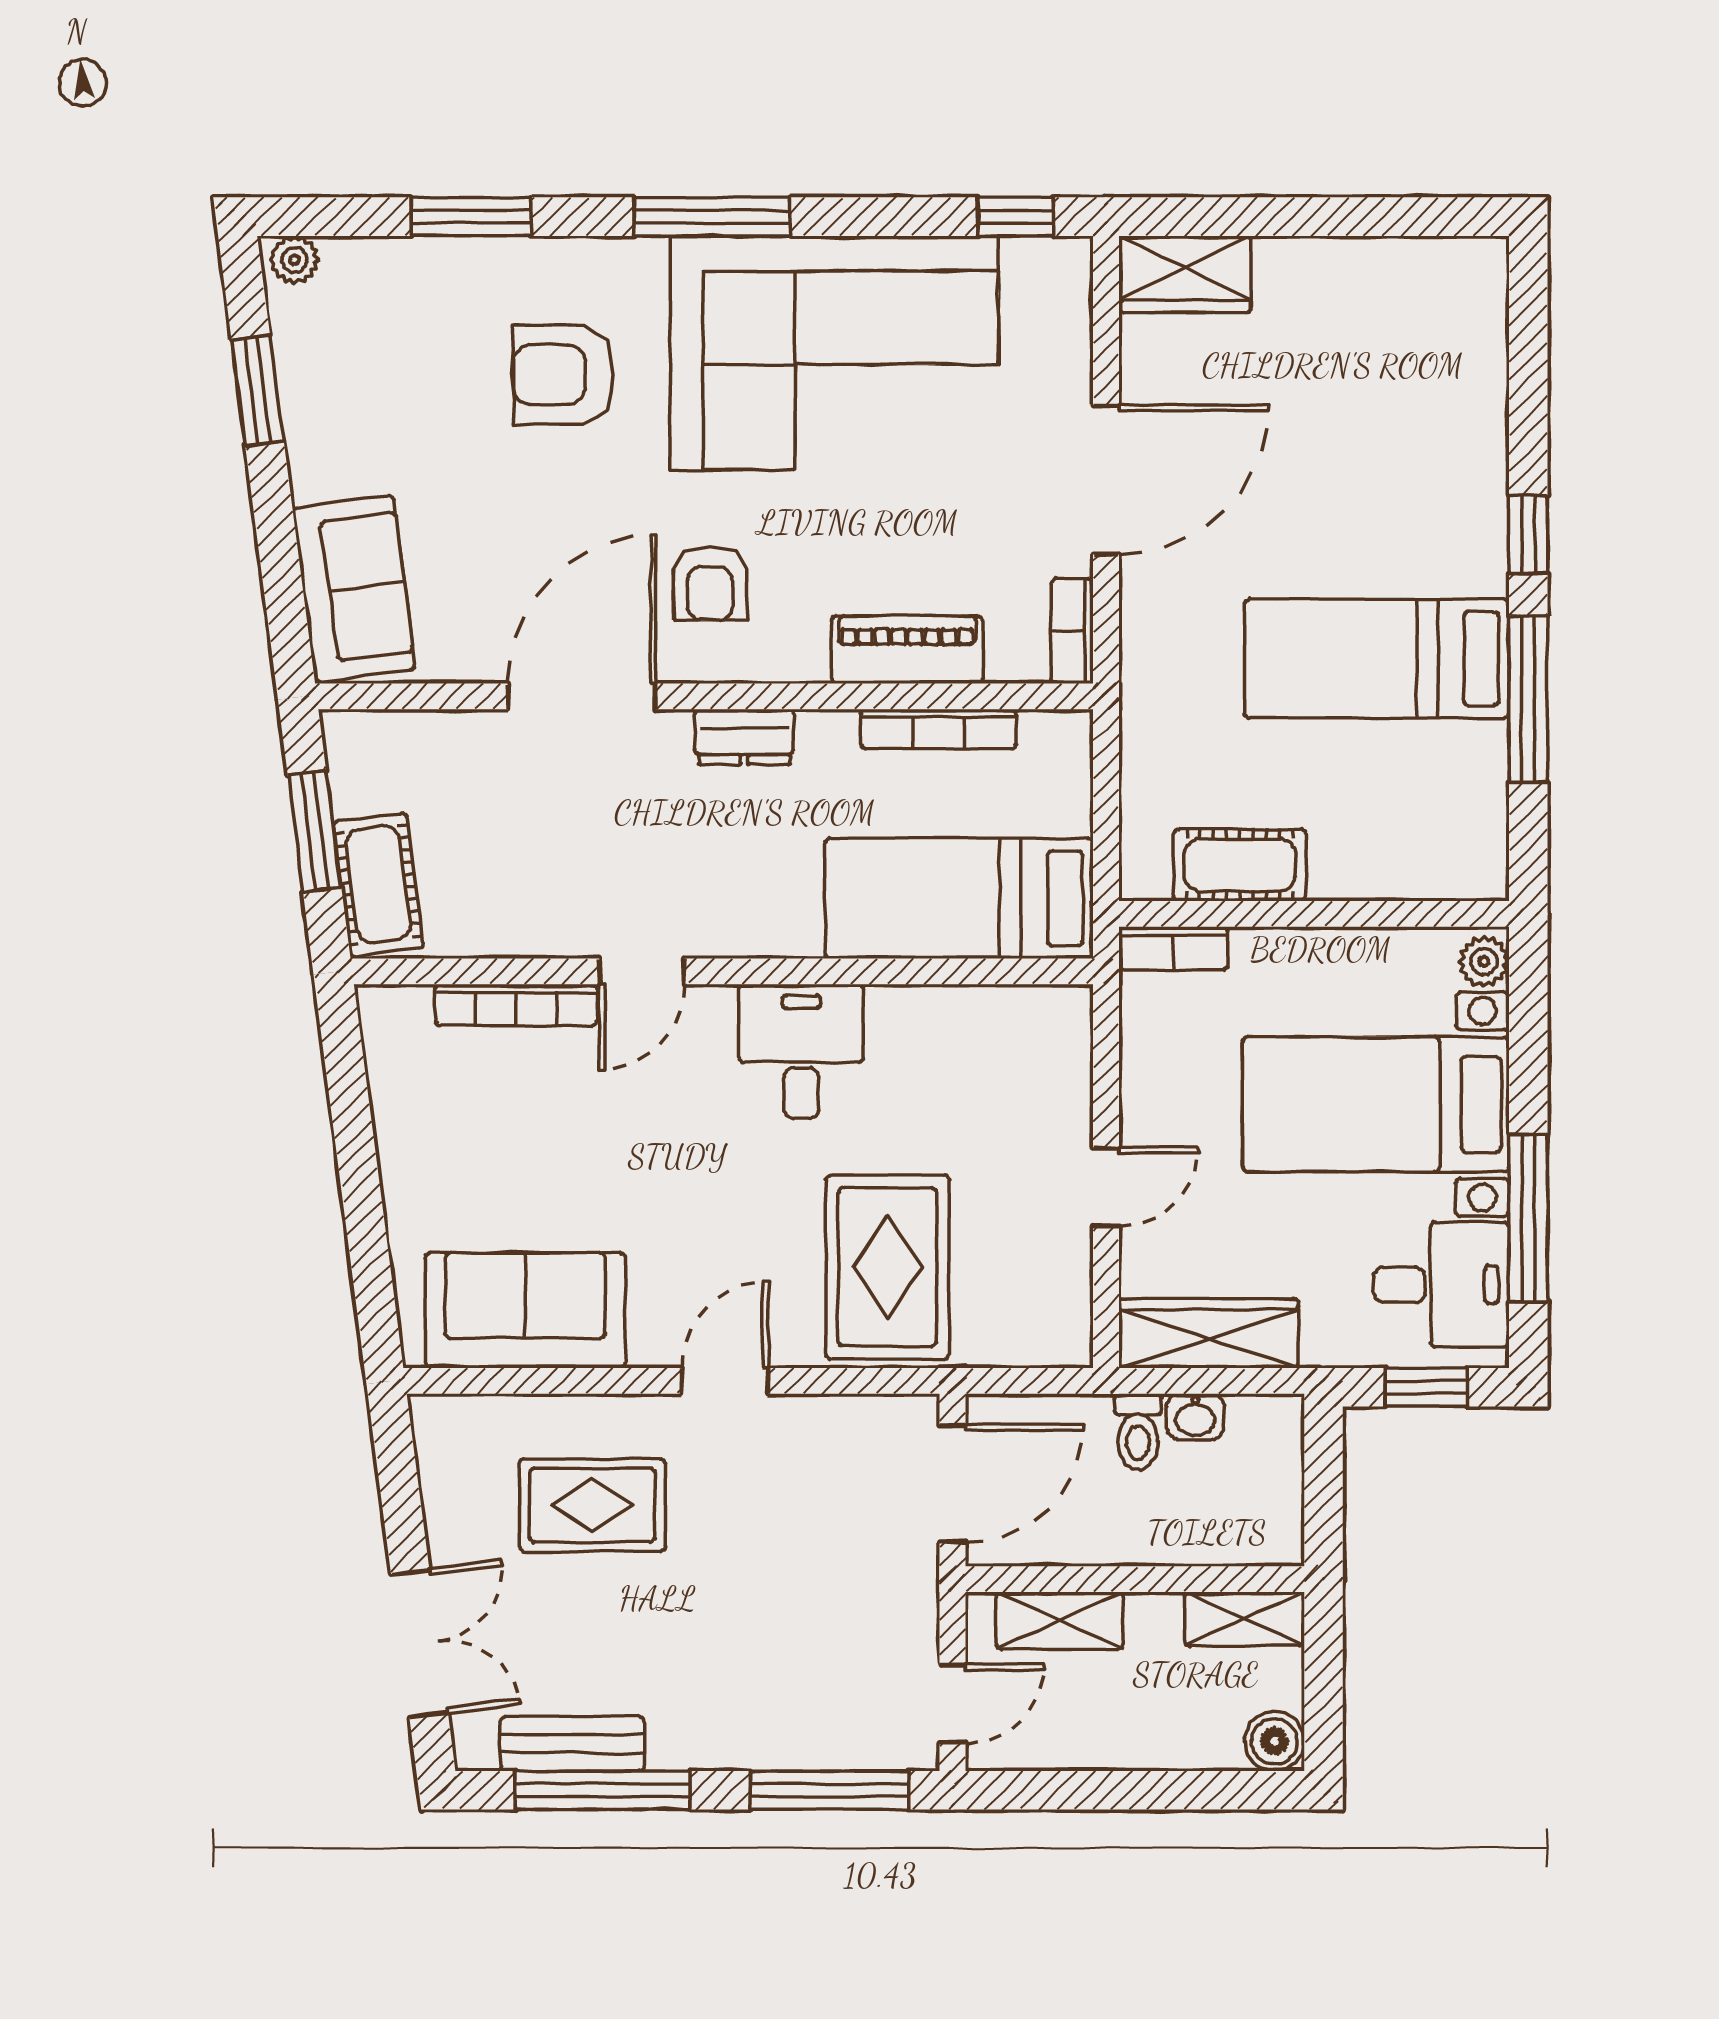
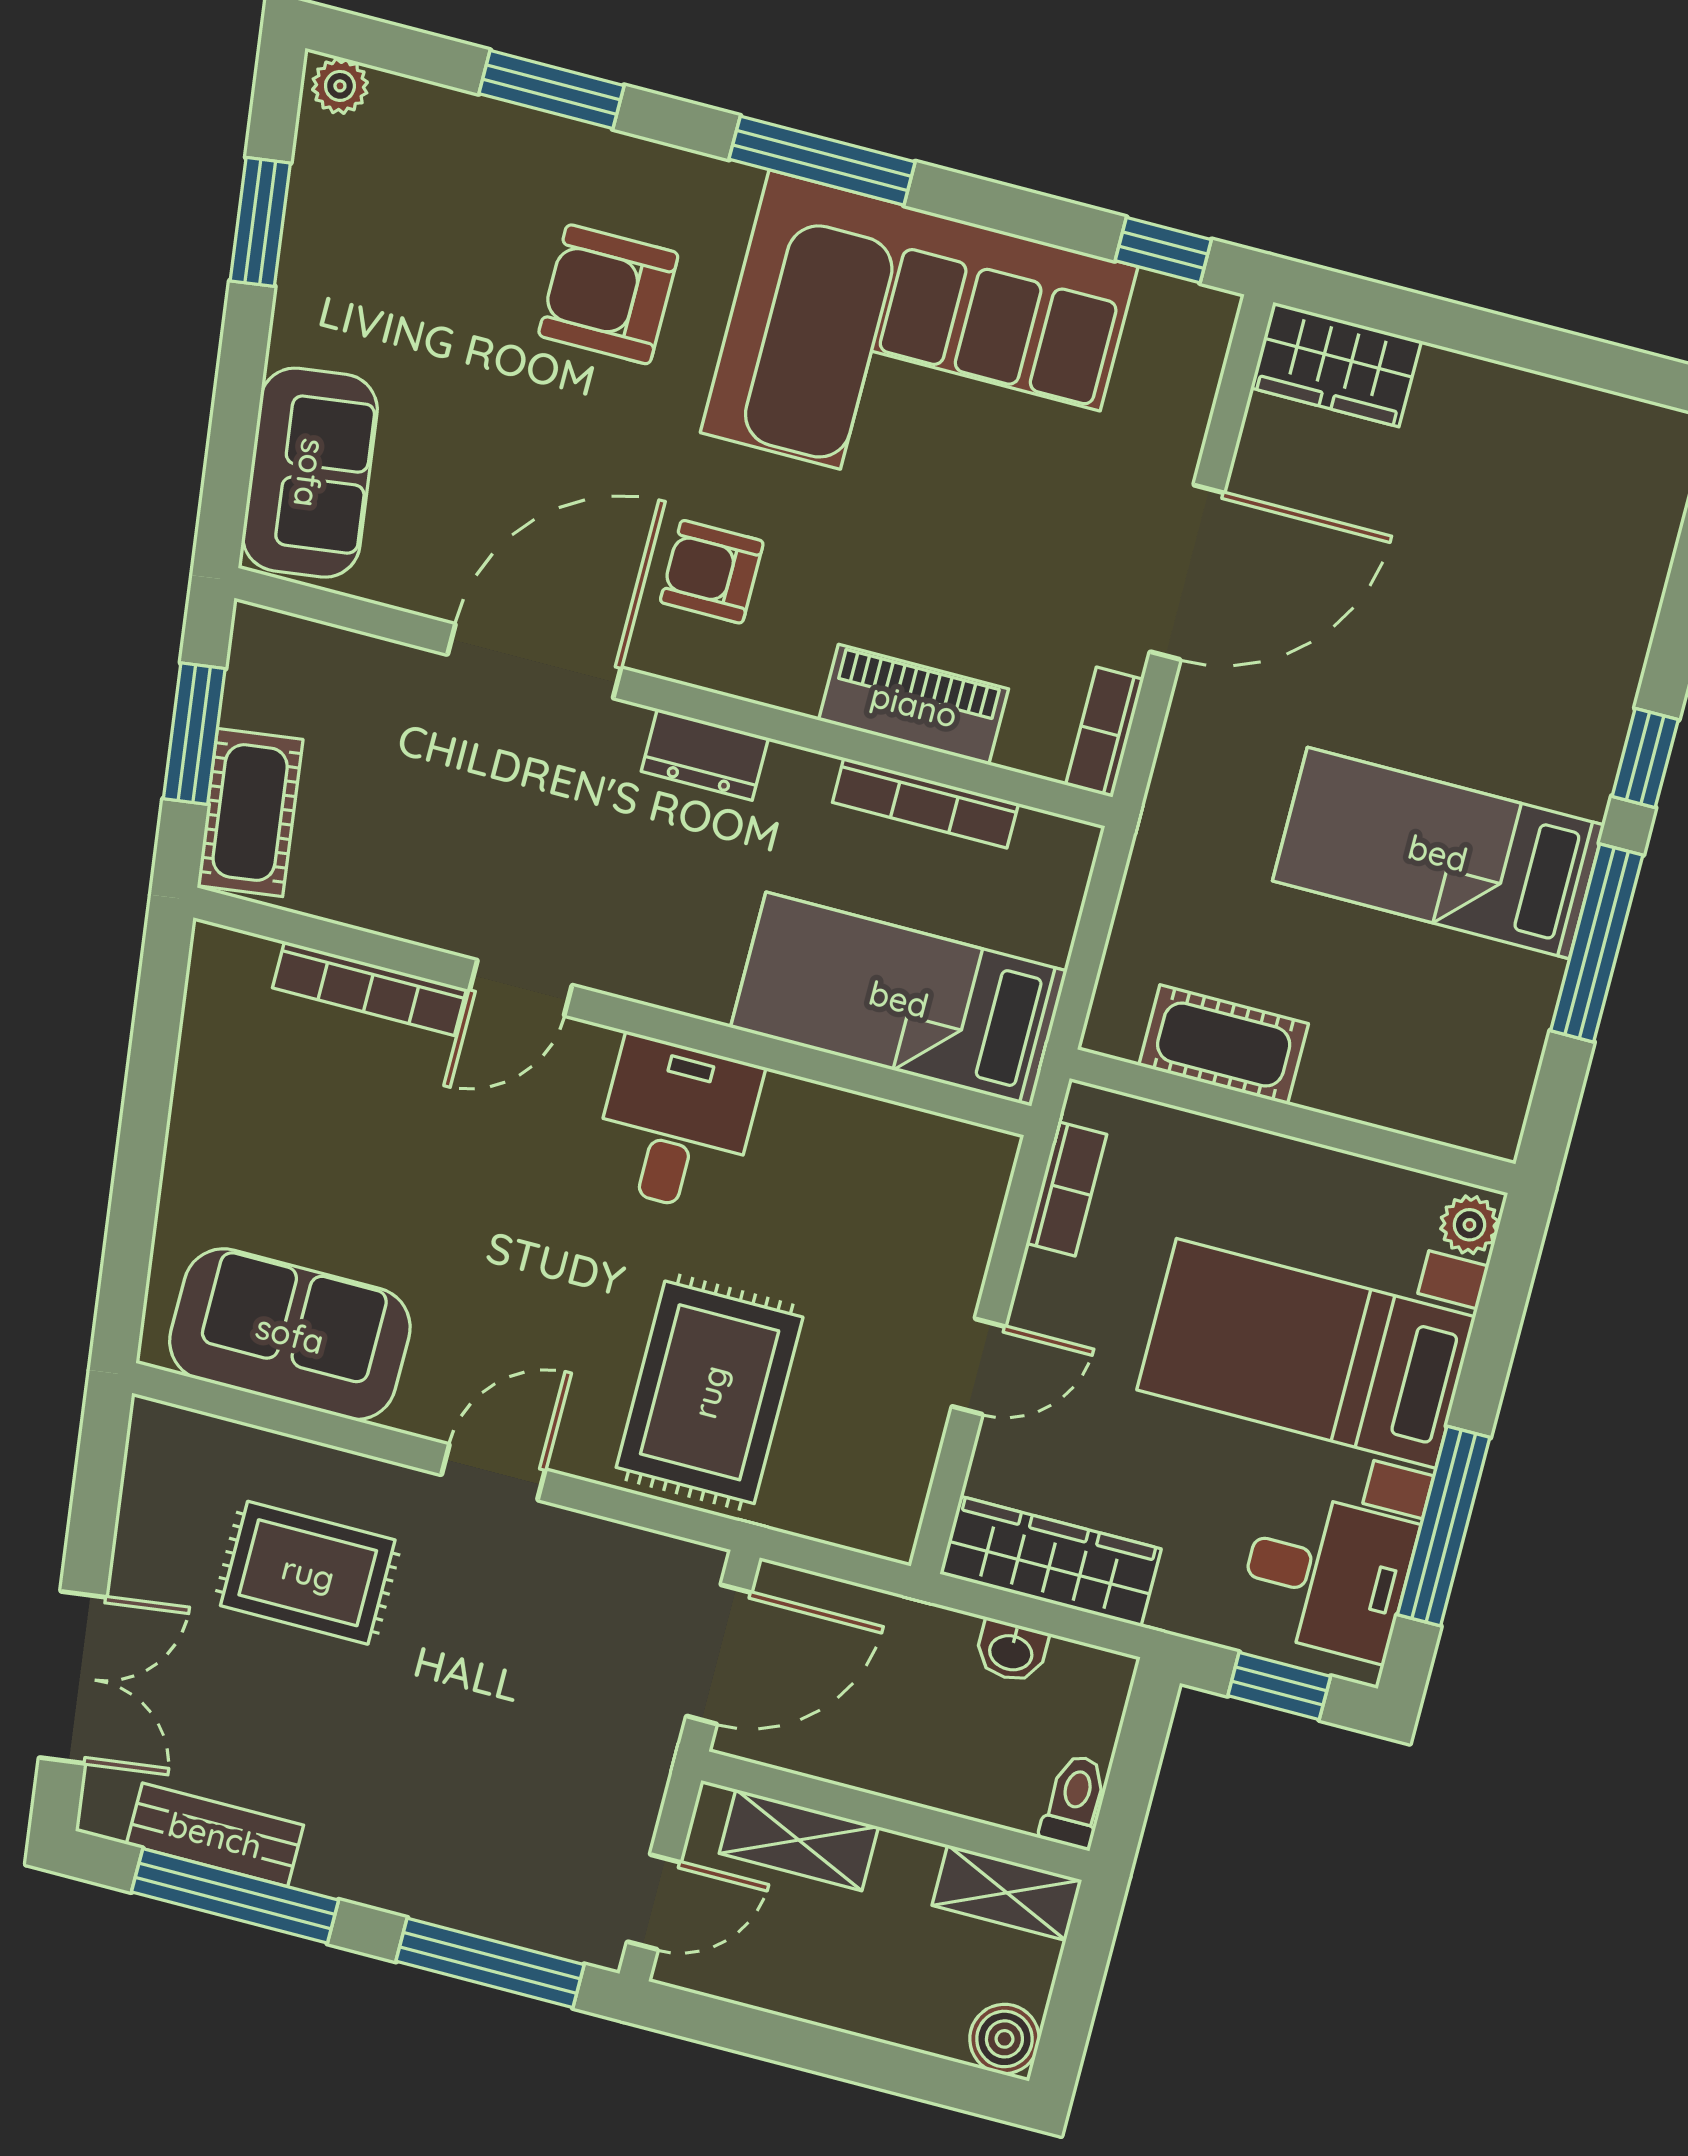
armchair: (710, 583) -> (712, 572), turned 90
bookcase: (1173, 948) -> (1067, 1189), moved, turned -90
toilet: (1138, 1432) -> (1074, 1801), moved, turned 180

